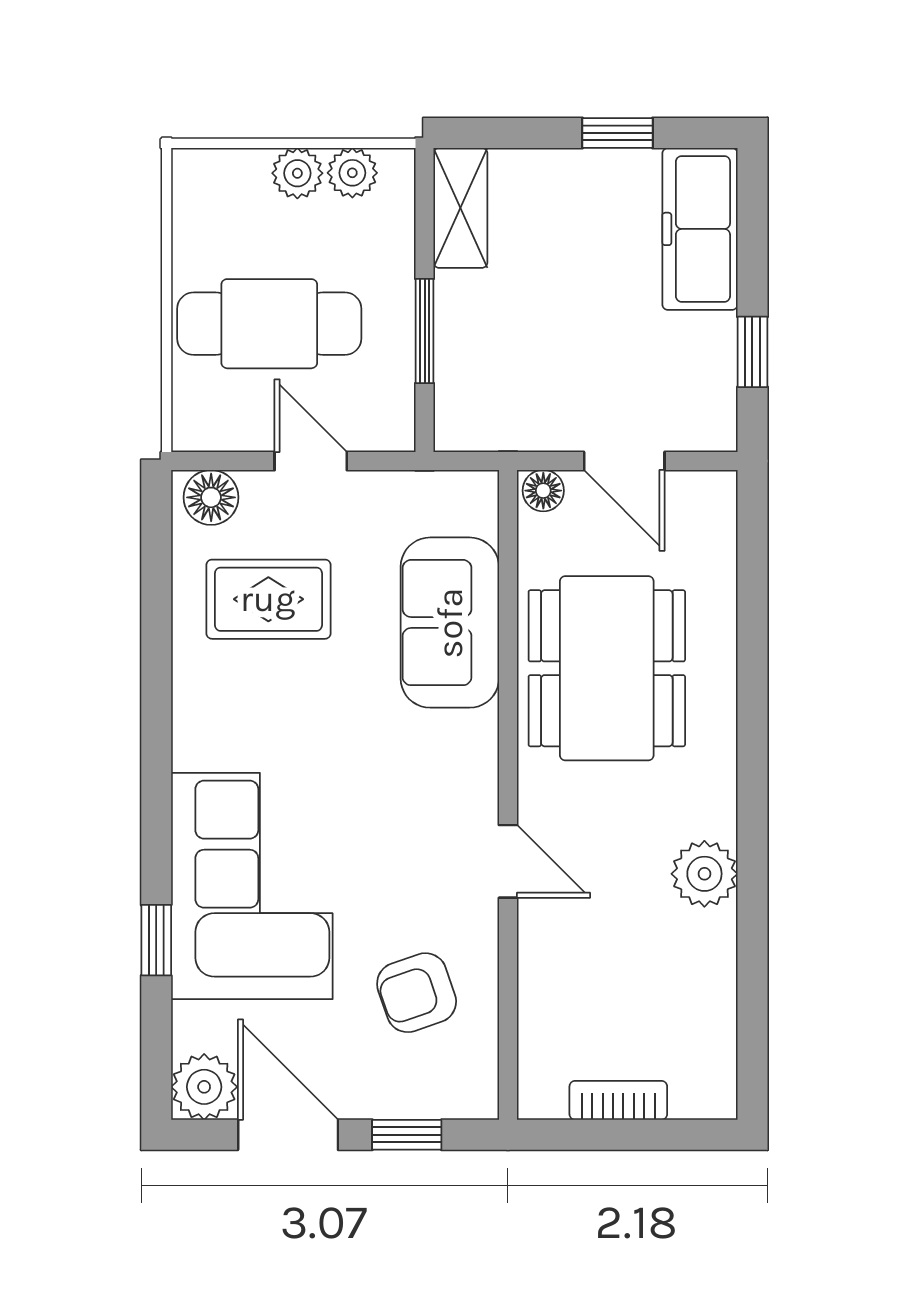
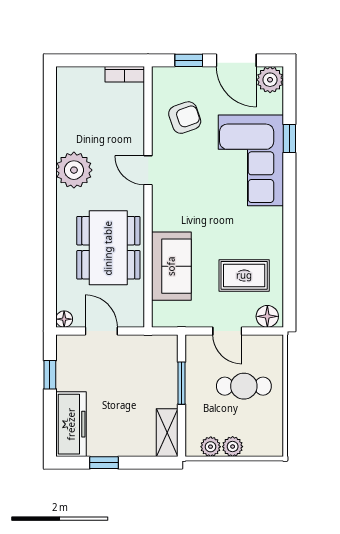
cafe table: (269, 324) -> (244, 386), width x0.73, depth x0.74
floor lamp: (543, 491) -> (64, 319), moved
plant: (704, 874) -> (74, 170), width x1.36, depth x1.36
bookcase: (618, 1100) -> (125, 74), moved

